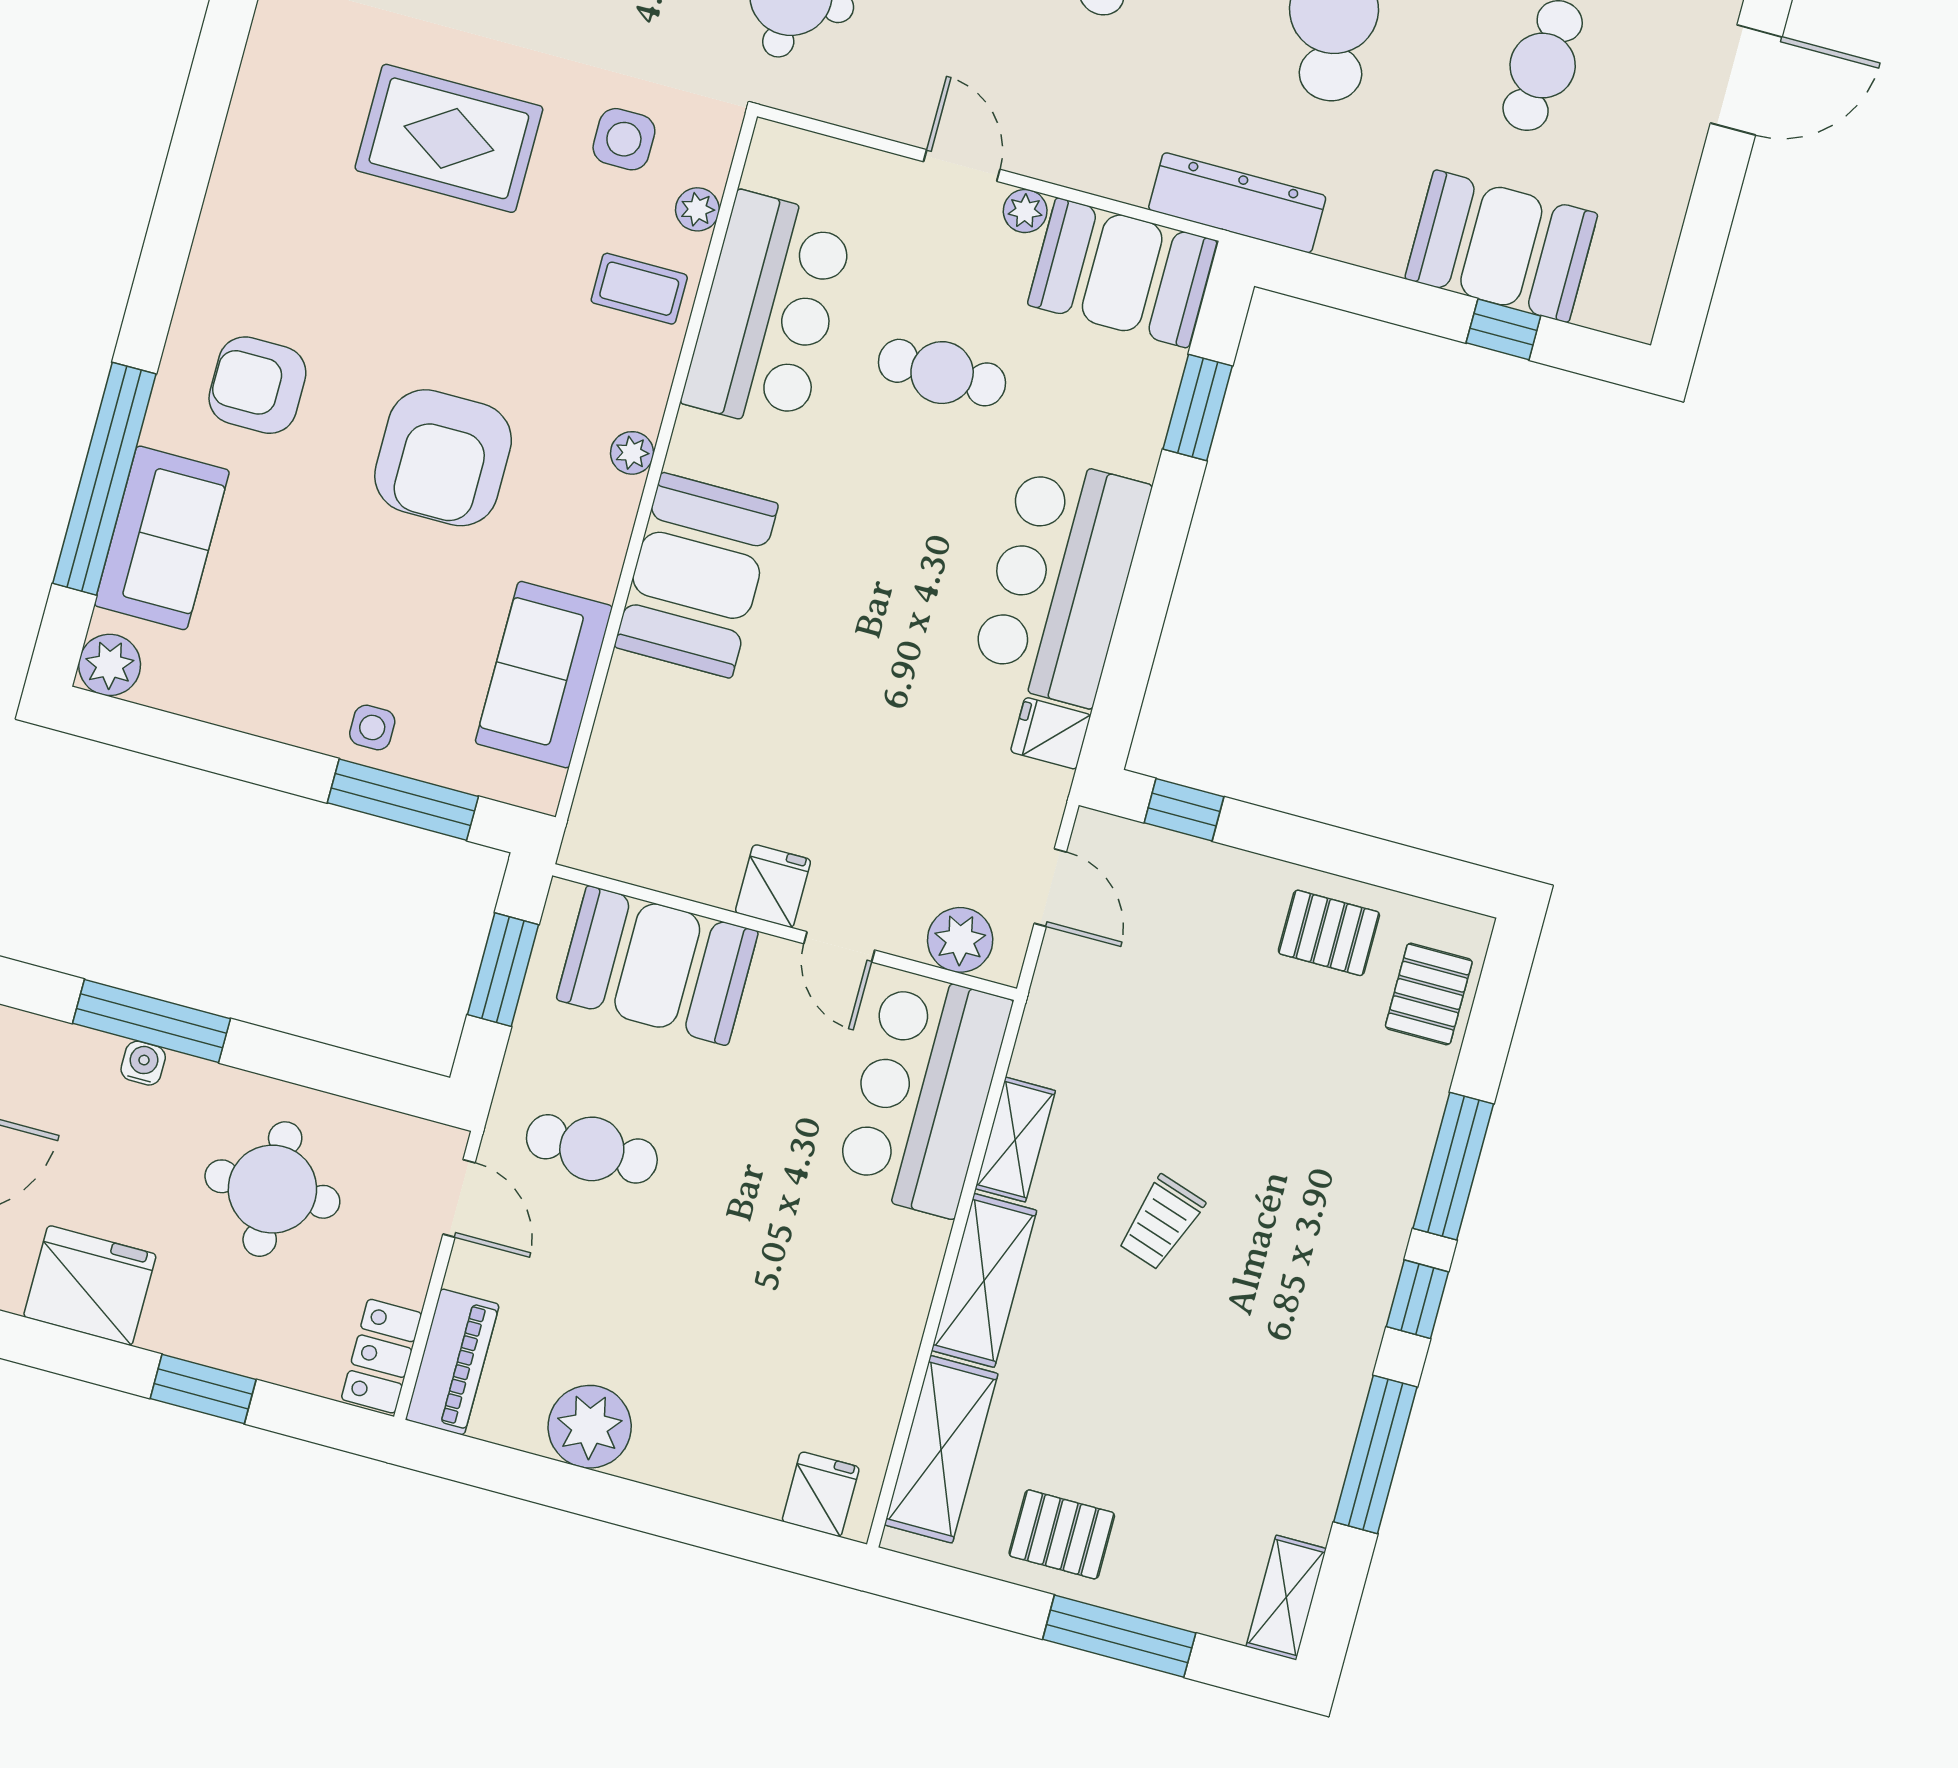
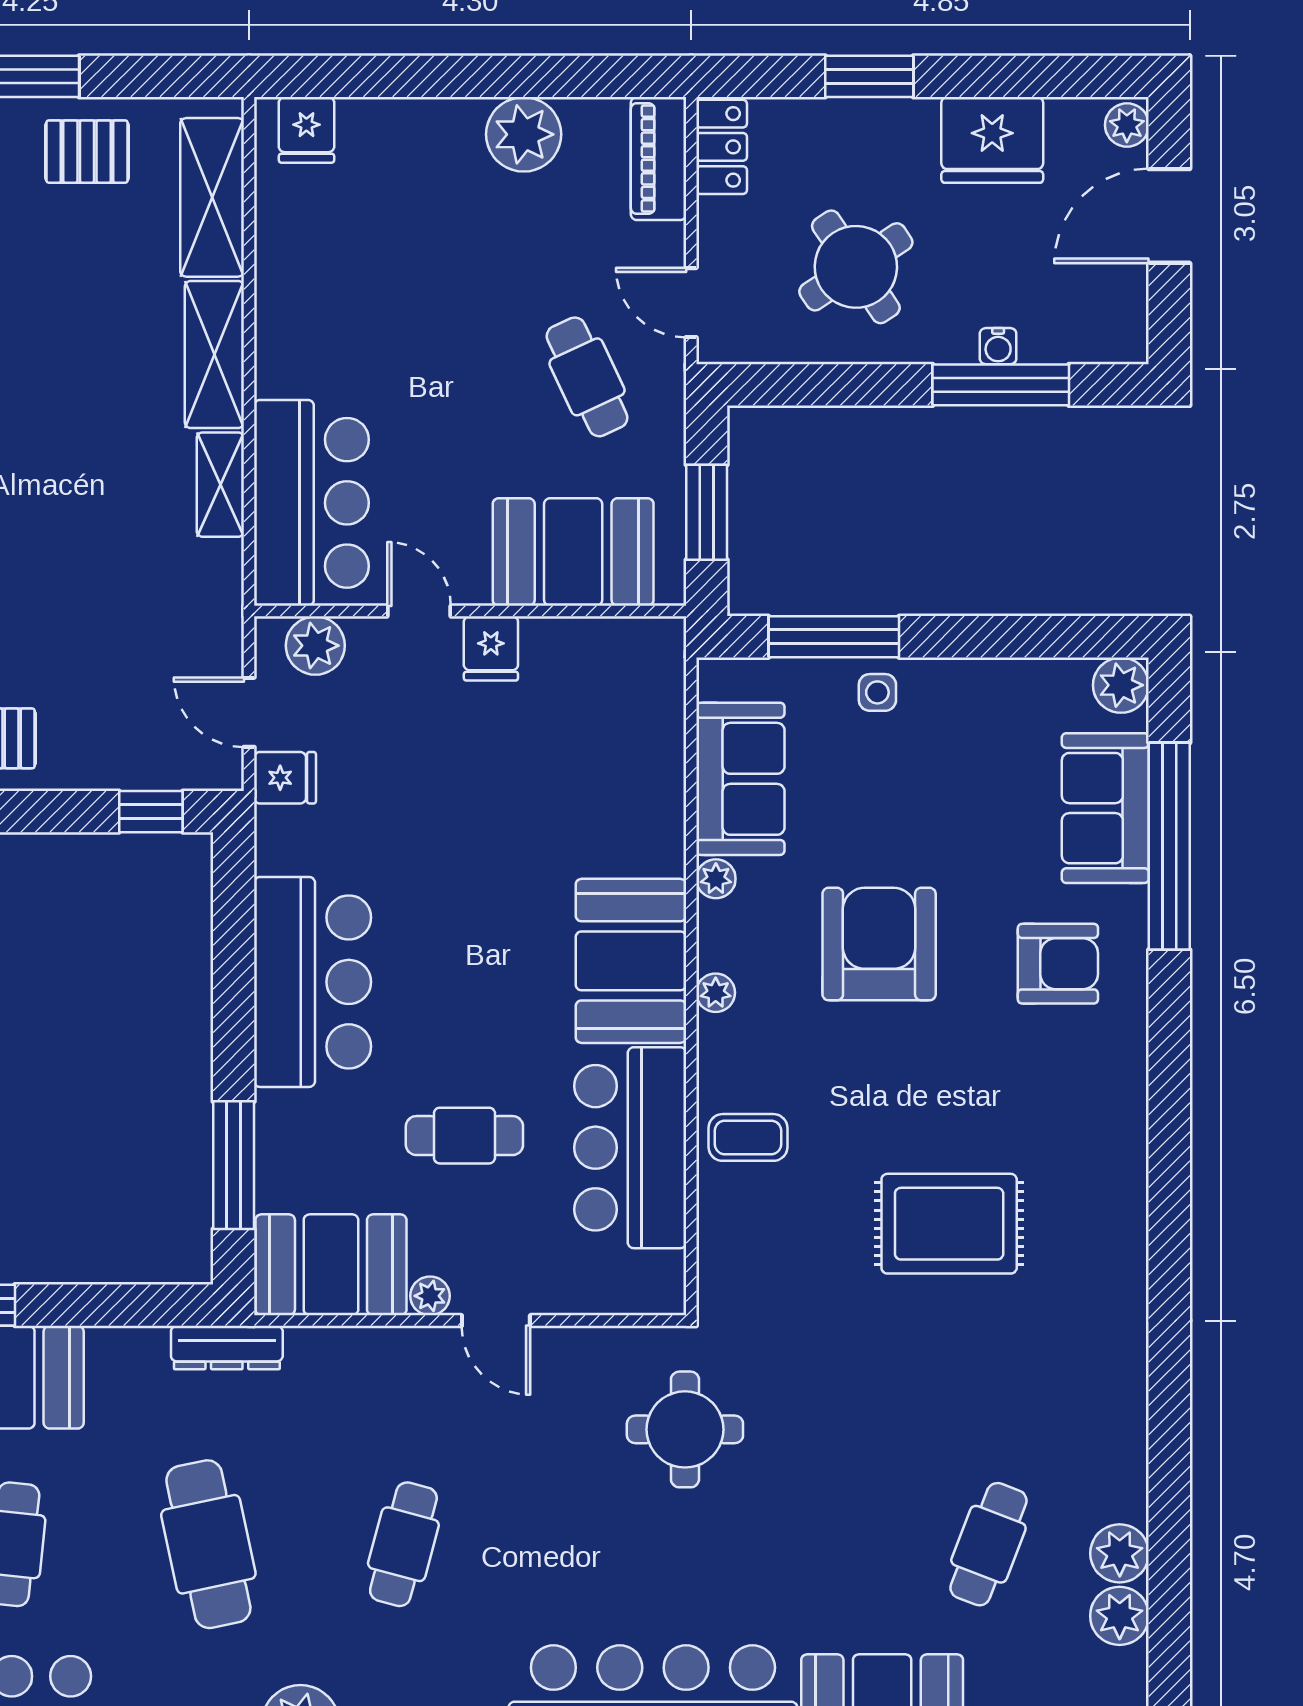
side table: (624, 139) -> (796, 1264), removed
dresser: (1237, 203) -> (227, 1348), width x0.73, depth x0.80
plant: (697, 209) -> (716, 879), moved
window: (1198, 407) -> (234, 1165), width x1.44
booth: (696, 575) -> (631, 961), moved
fridge: (1051, 733) -> (285, 778), moved
cafe table: (592, 1149) -> (587, 377), turned 65
round table: (272, 1189) -> (856, 267), turned -33
trolley: (1161, 1222) -> (74, 447), removed

